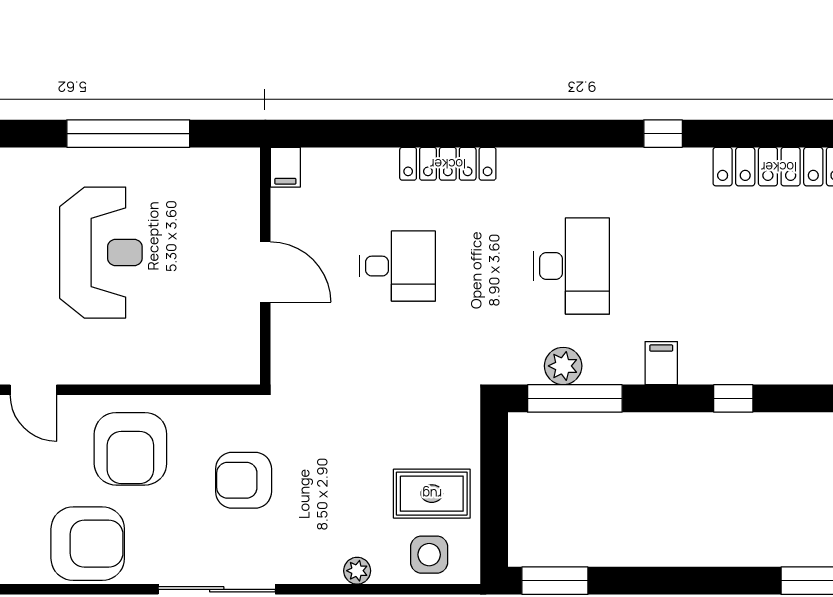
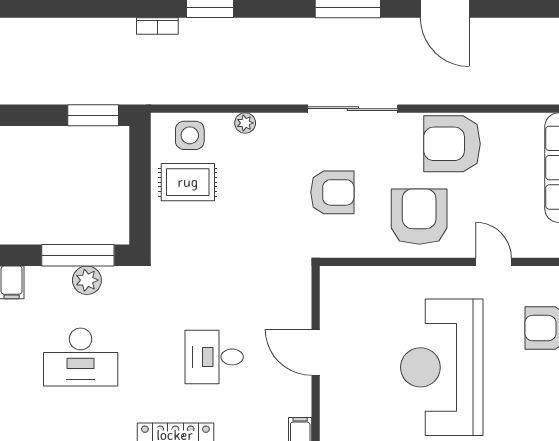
reception desk: (101, 253) -> (442, 367), width x1.36, depth x1.30
desk: (571, 266) -> (81, 357), turned -90

